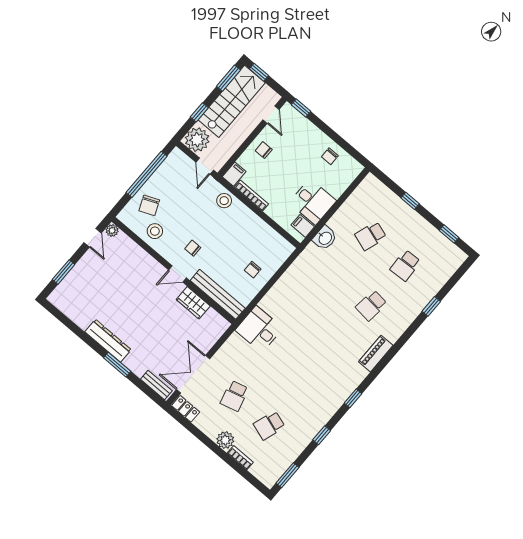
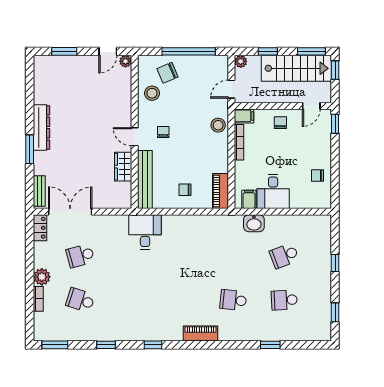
plant: (197, 140) -> (241, 61), width x0.53, depth x0.53
school desk: (371, 236) -> (284, 256), turned -39
piano: (277, 243) -> (221, 191), added

